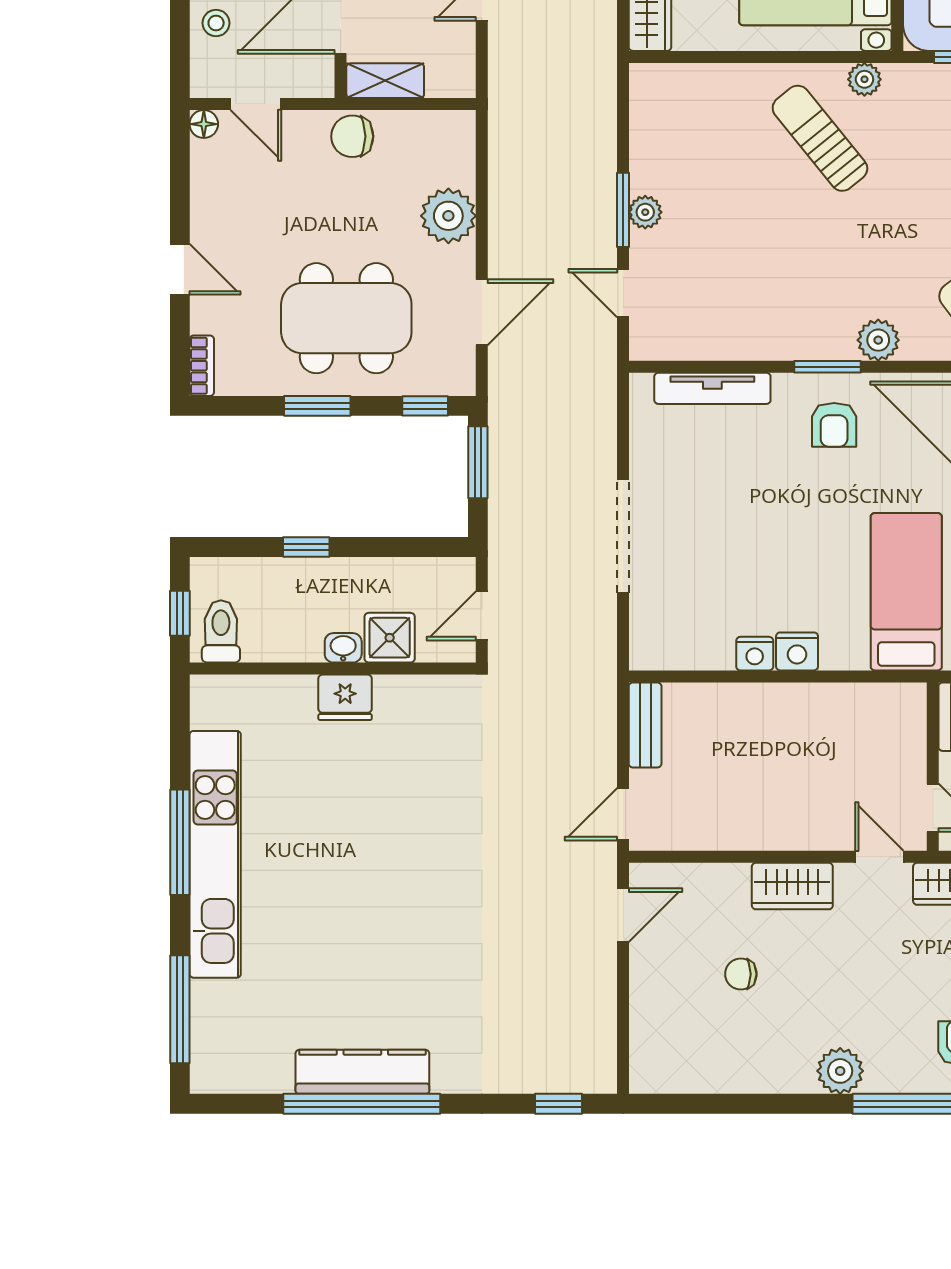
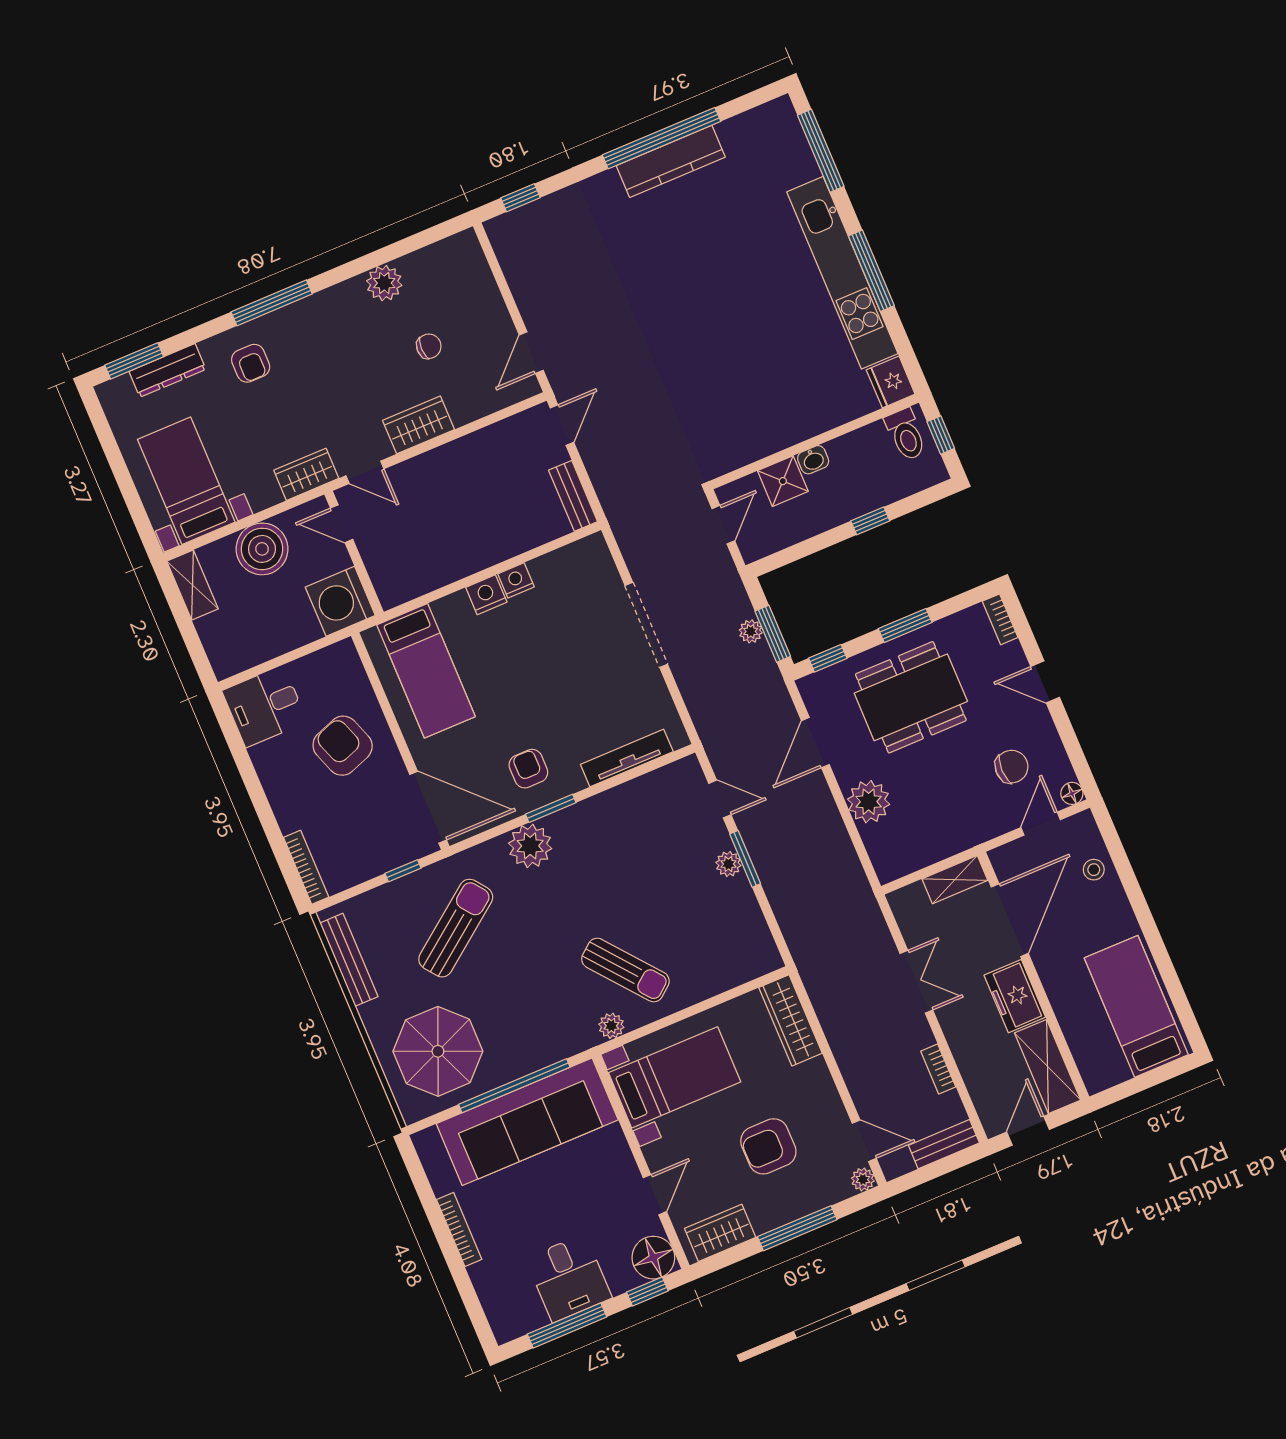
door: (256, 104) -> (1041, 824), hinge flipped
chair: (352, 136) -> (1012, 767), moved
plant: (878, 340) -> (530, 846), width x1.36, depth x1.36
plant: (503, 476) -> (751, 631), added
fridge: (345, 697) -> (891, 382), moved, turned -90
plant: (840, 1071) -> (384, 283), moved

